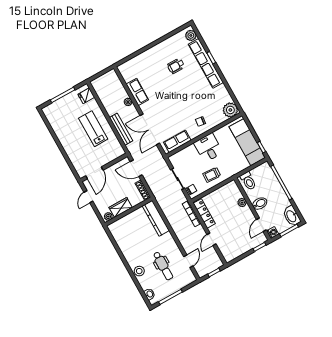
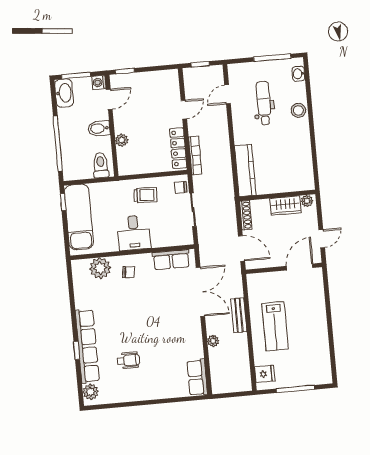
row of seats: (137, 92) -> (197, 377), moved
plant: (230, 110) -> (100, 268), moved
bench: (121, 129) -> (239, 315), width x0.73

